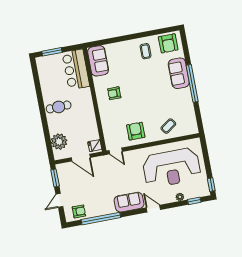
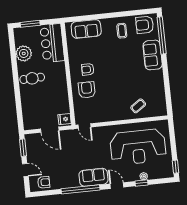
armchair: (168, 43) -> (145, 25), turned 90
sofa: (98, 61) -> (86, 29), moved, turned 90
window: (192, 83) -> (162, 35), moved
armchair: (136, 131) -> (87, 90), moved
plant: (59, 142) -> (24, 53), moved
door: (59, 200) -> (25, 170), swing flipped
window: (194, 201) -> (141, 183), moved
window: (101, 219) -> (81, 189), moved

